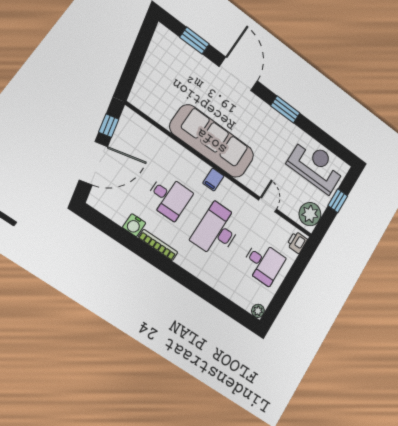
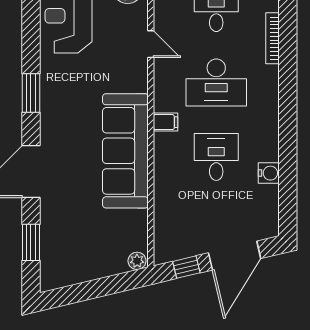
plant: (136, 97) -> (137, 261), added
door: (94, 163) -> (235, 256), swing flipped
door: (268, 205) -> (151, 44), swing flipped
bookcase: (158, 245) -> (273, 38), moved

